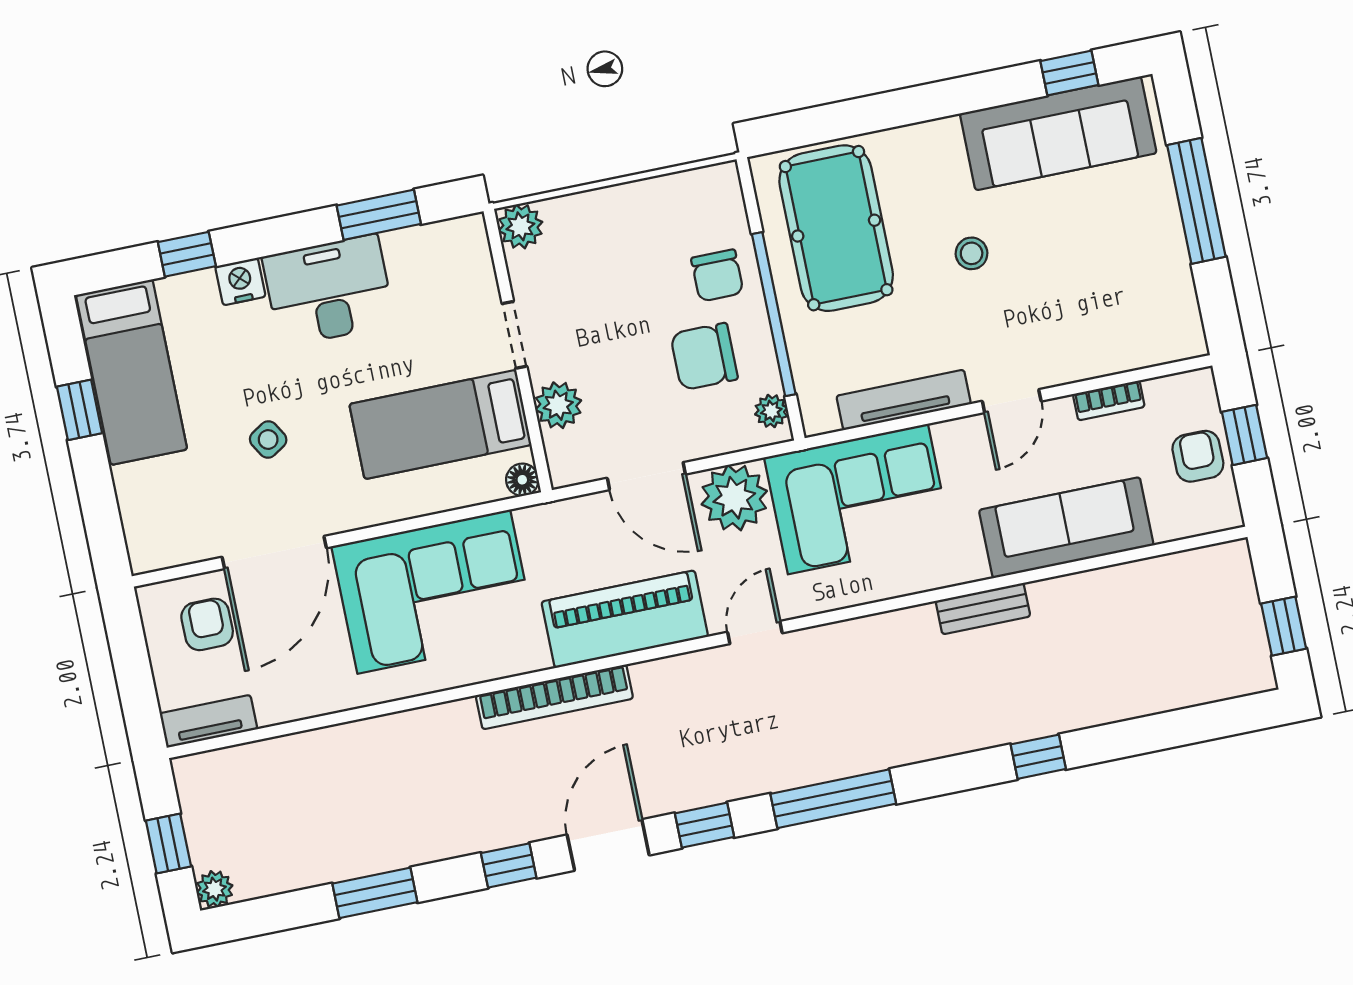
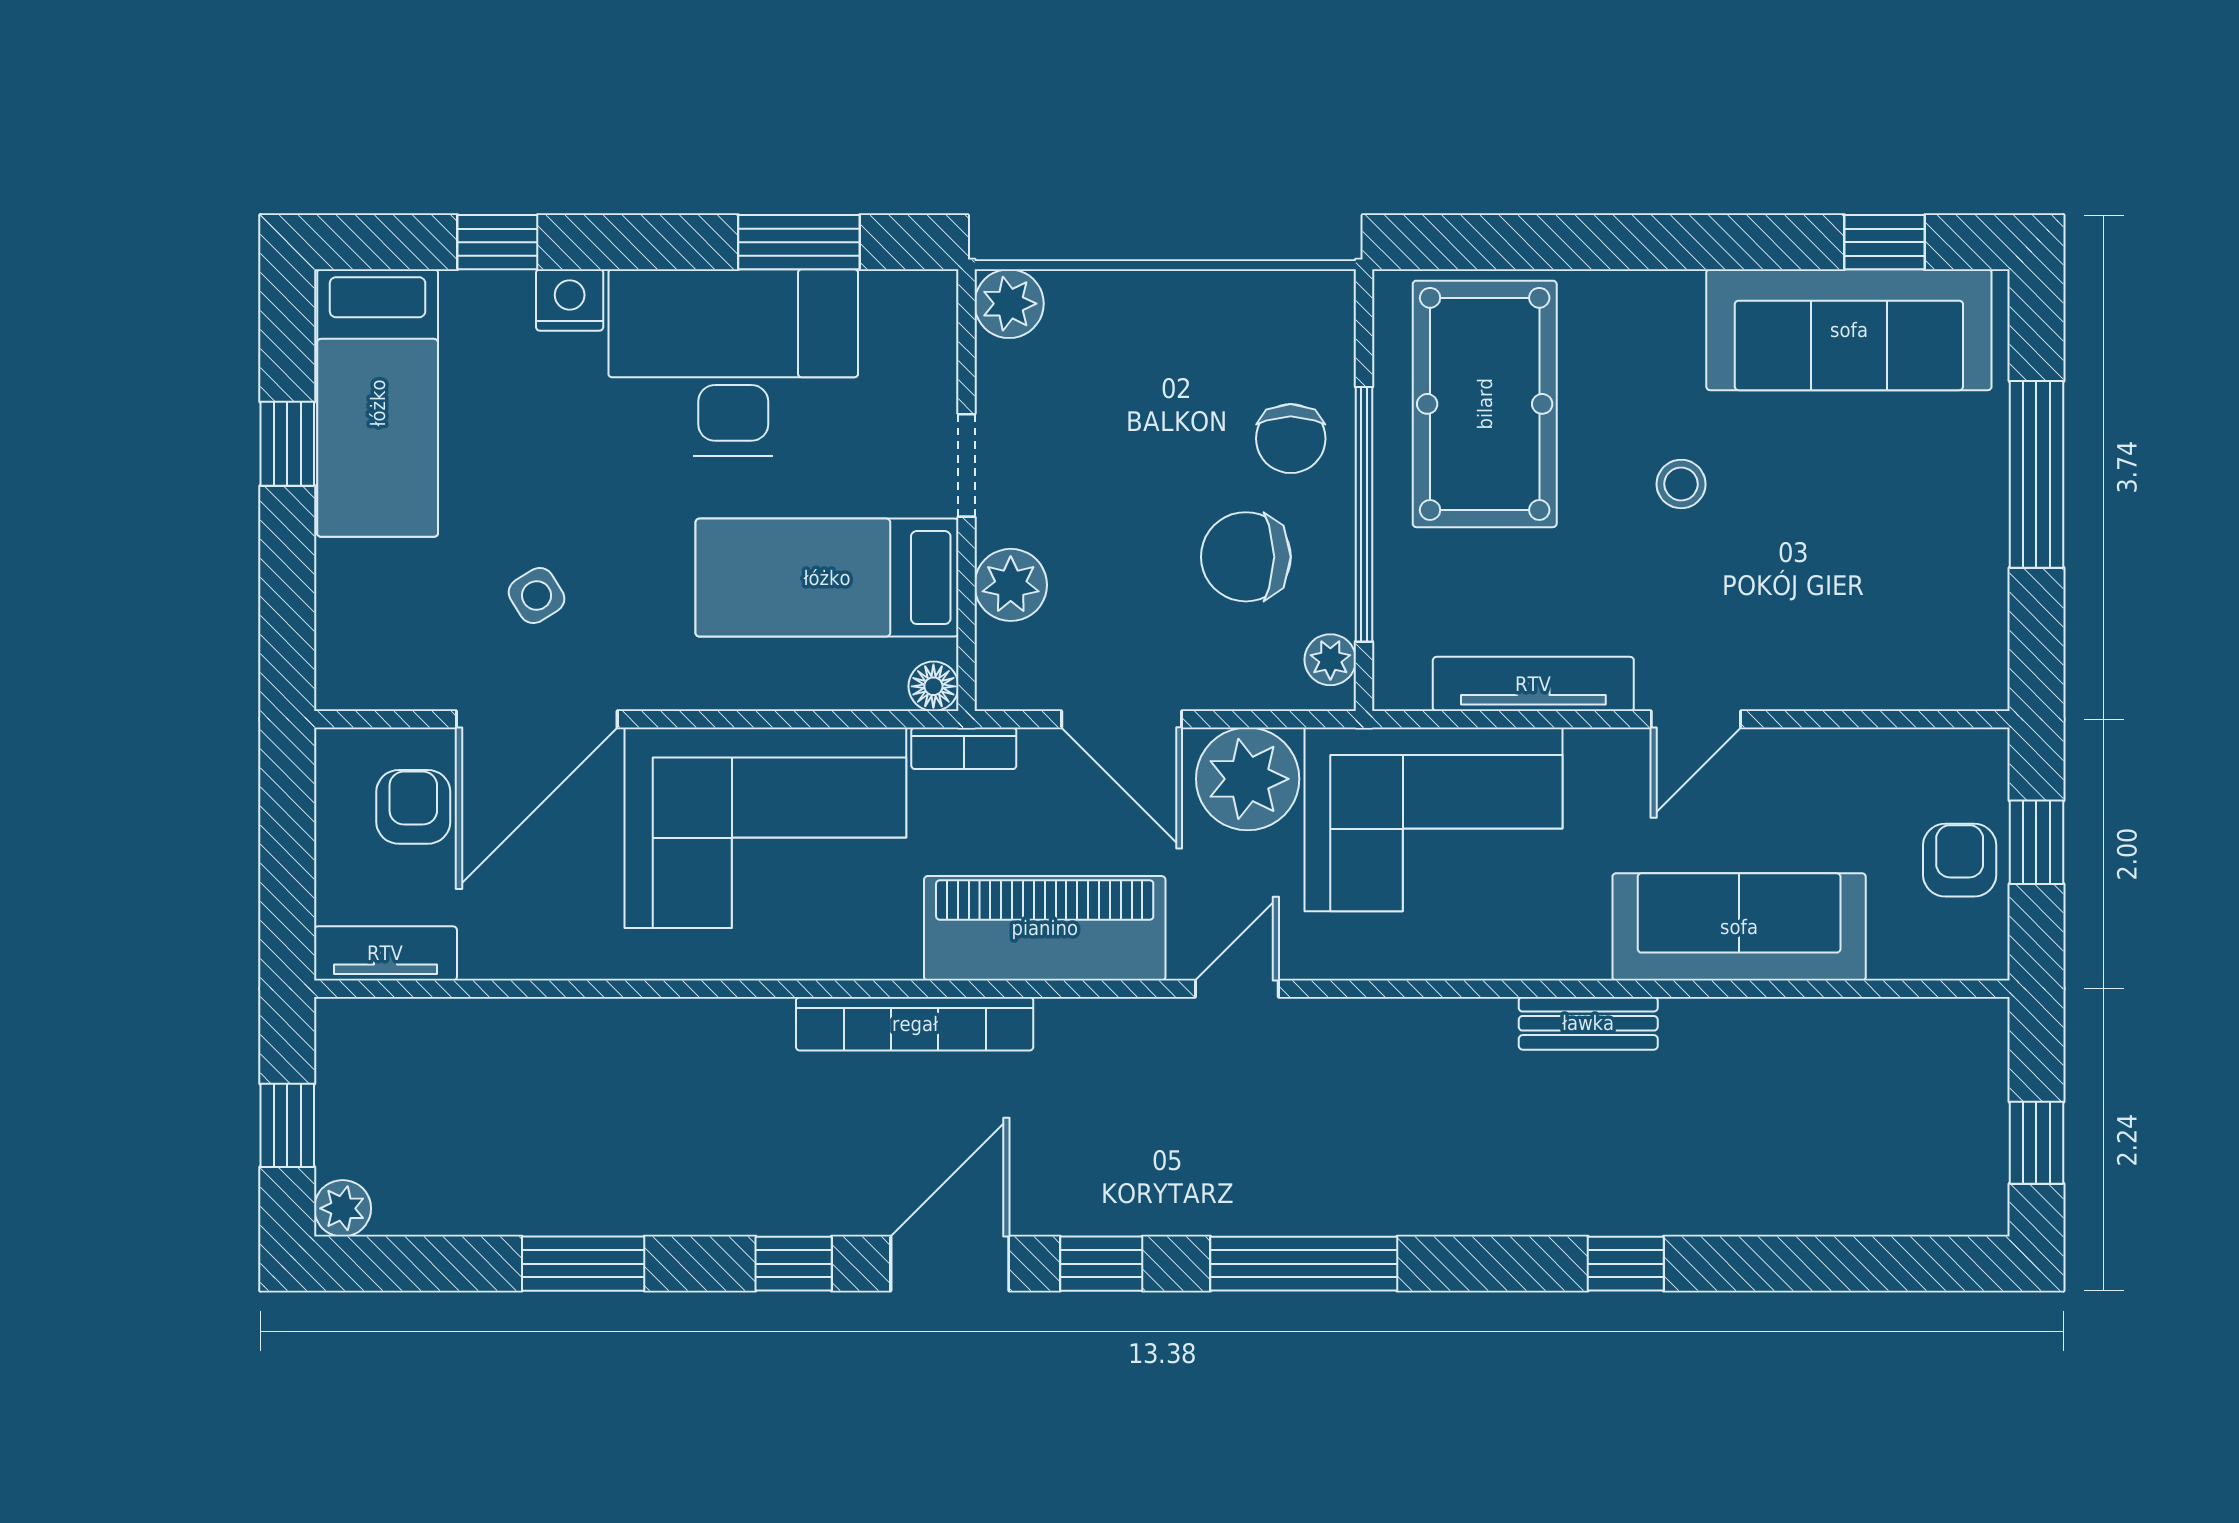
desk: (329, 291) -> (733, 362), width x1.36, depth x1.30
bookcase: (1109, 400) -> (964, 748), moved
side table: (268, 439) -> (537, 596), moved

